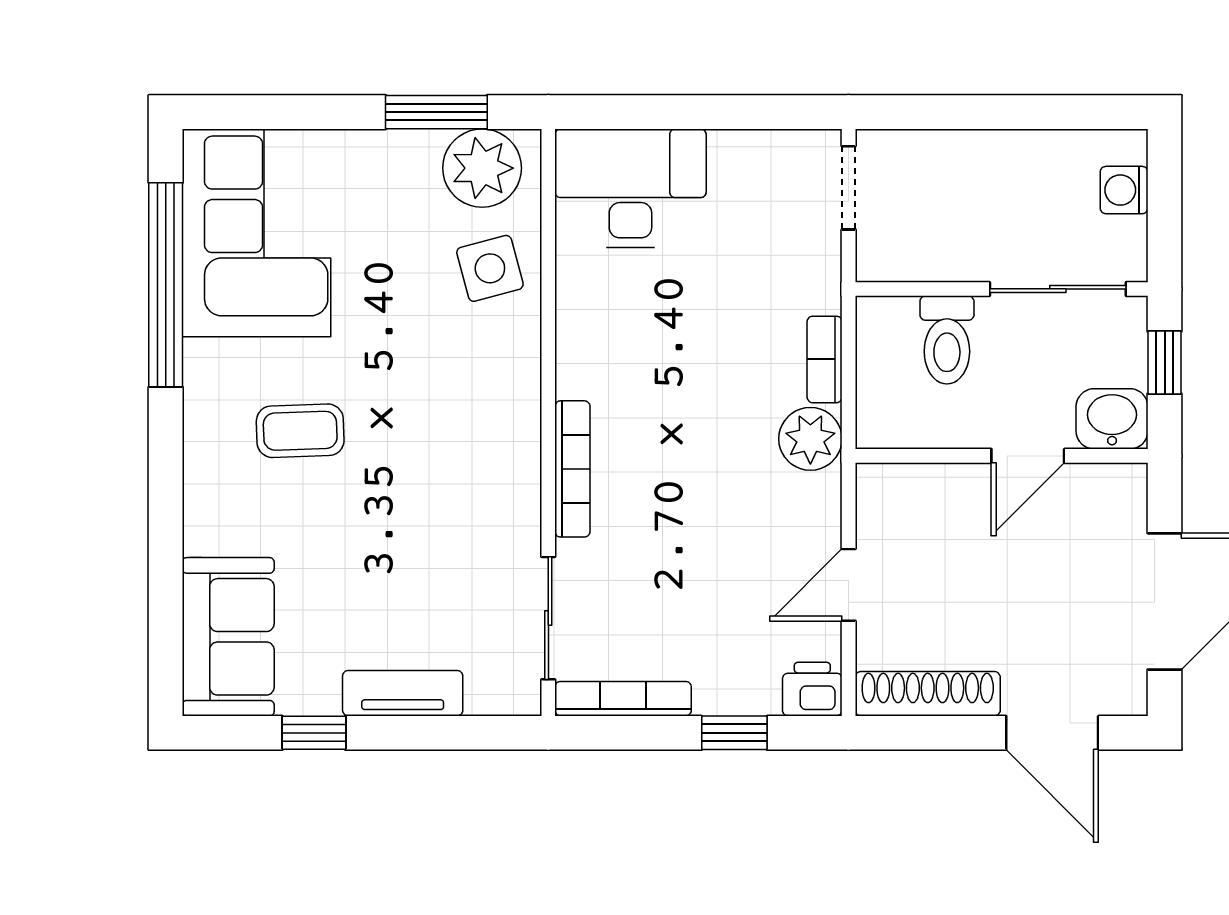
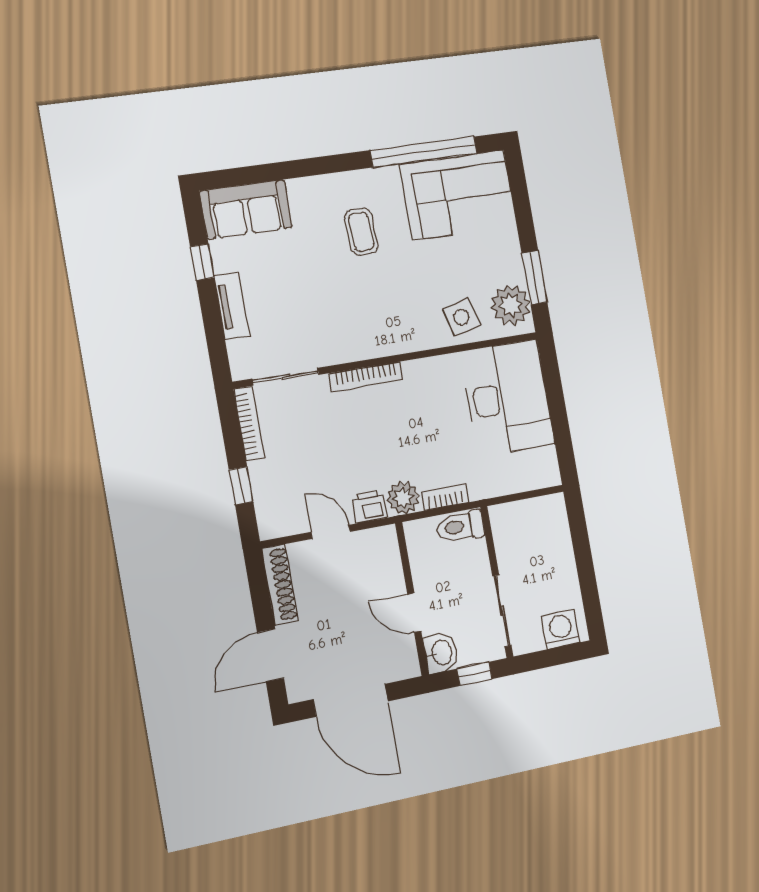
desk: (630, 188) -> (508, 398), width x1.36, depth x1.30
doorway: (849, 188) -> (534, 494), removed
washing machine: (1124, 190) -> (561, 629), width x1.38, depth x1.38
toilet: (947, 340) -> (461, 526), moved
printer: (812, 689) -> (370, 506), moved, turned -90

